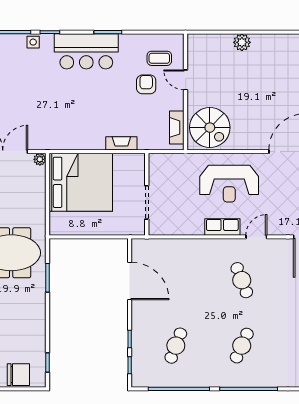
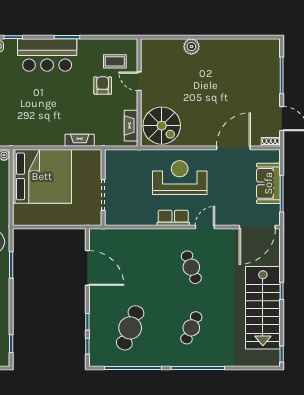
reception desk: (229, 184) -> (180, 178), turned 180
cafe table: (176, 346) -> (130, 328), width x1.37, depth x1.35

